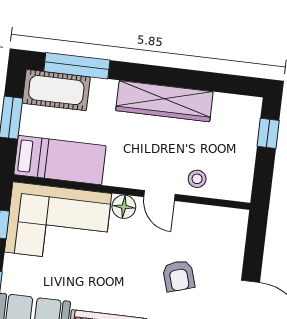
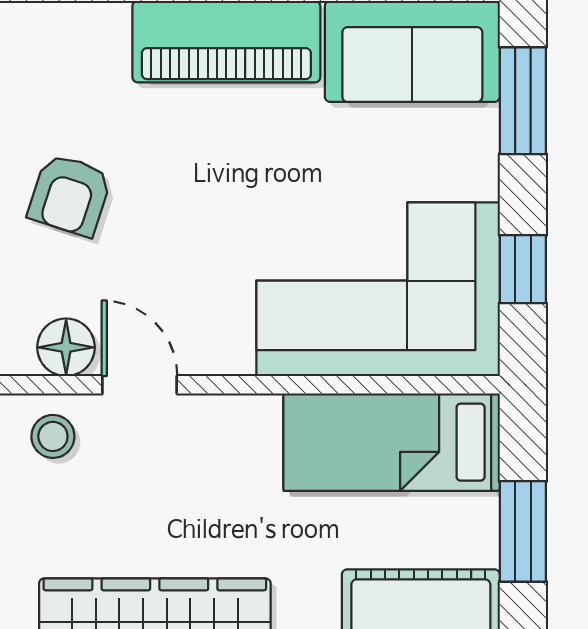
floor lamp: (124, 207) -> (66, 347), moved
armchair: (179, 276) -> (70, 195), turned -145

